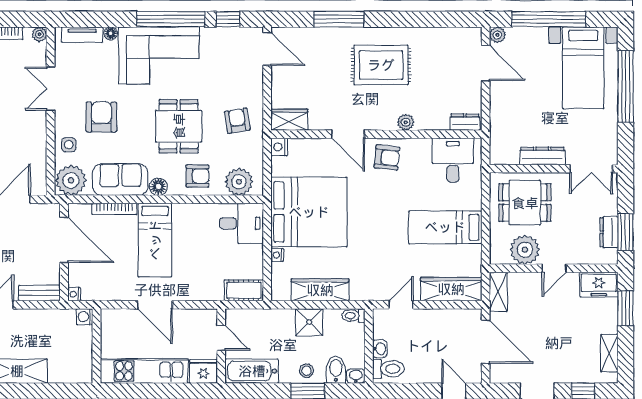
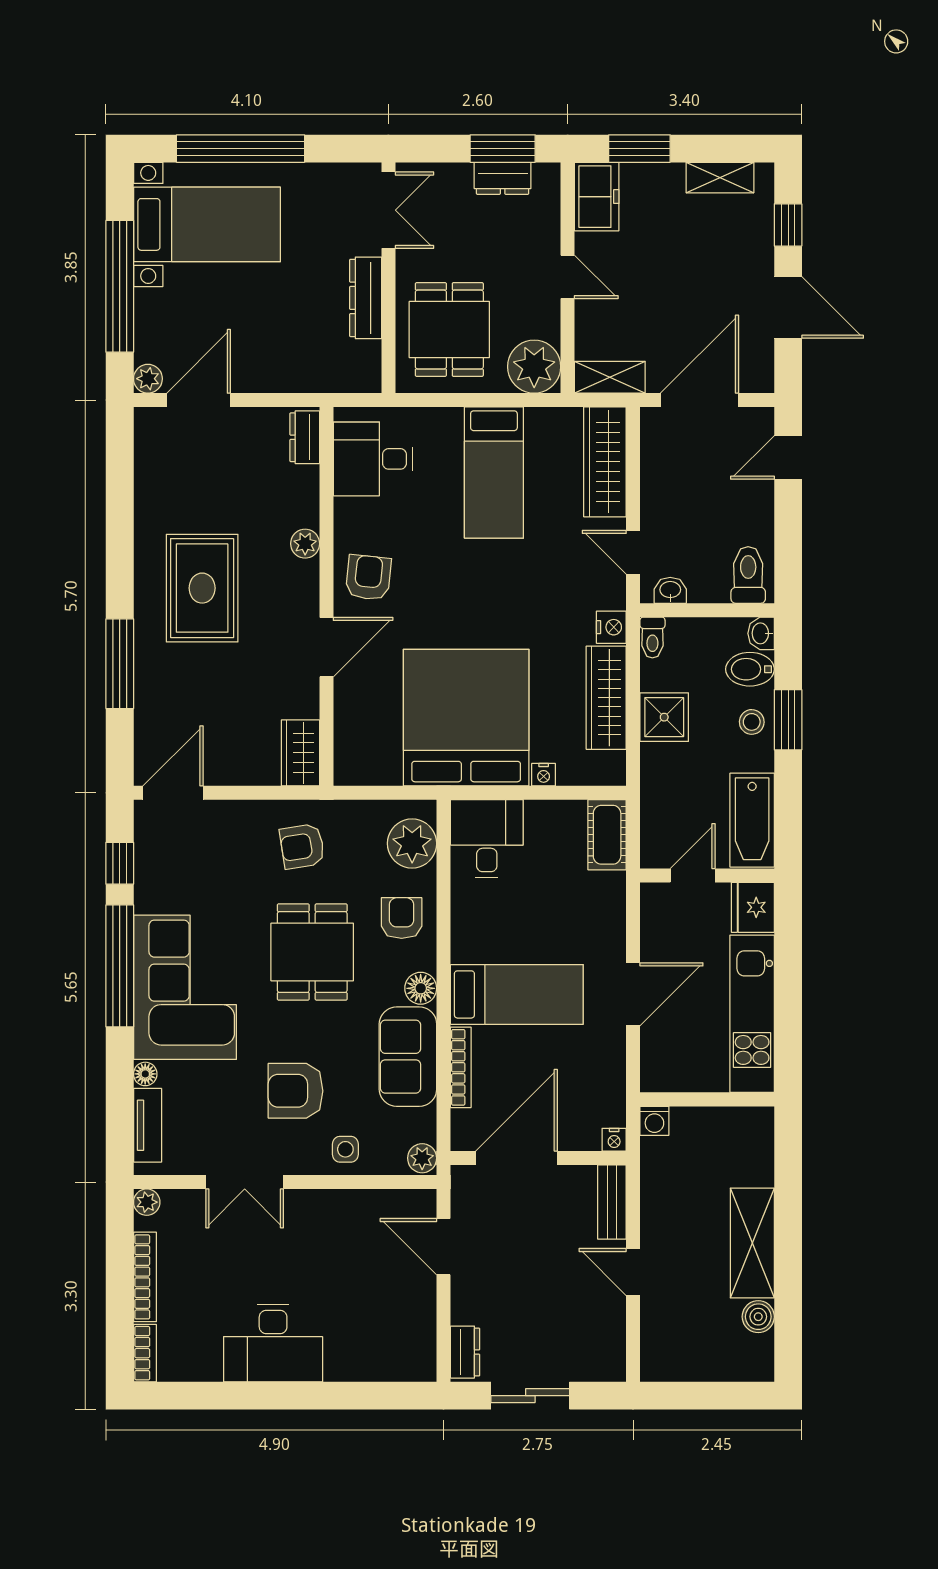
dining table: (179, 126) -> (312, 952), turned 90
nightstand: (279, 147) -> (611, 627), moved, turned -90
plant: (71, 180) -> (422, 1158), width x0.53, depth x0.53
plant: (525, 250) -> (534, 367), moved
washbasin: (380, 349) -> (670, 590), moved

